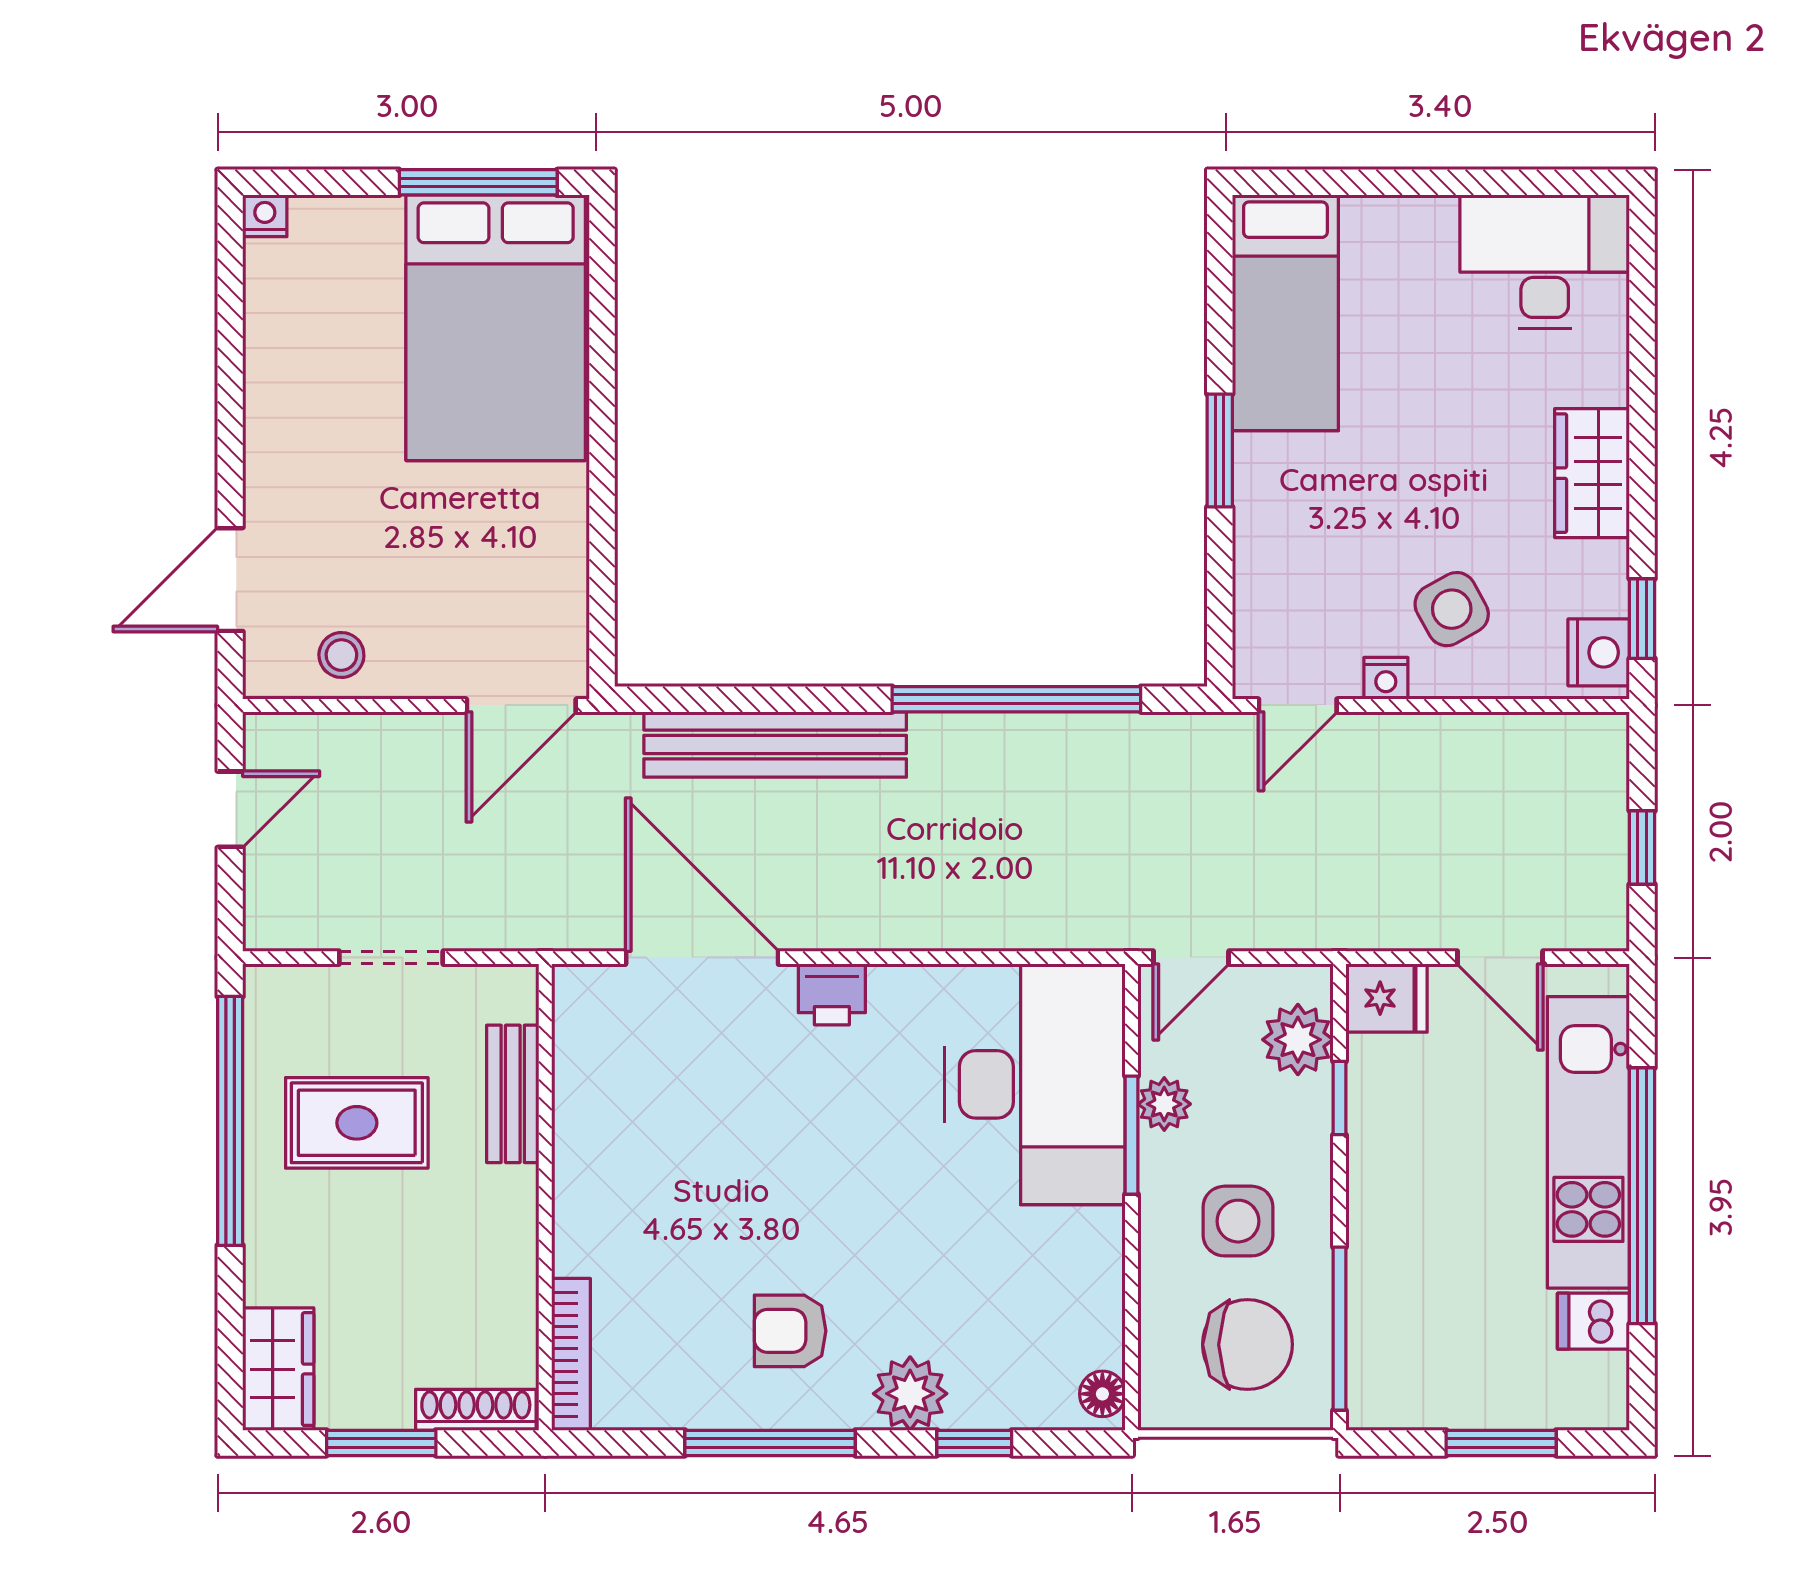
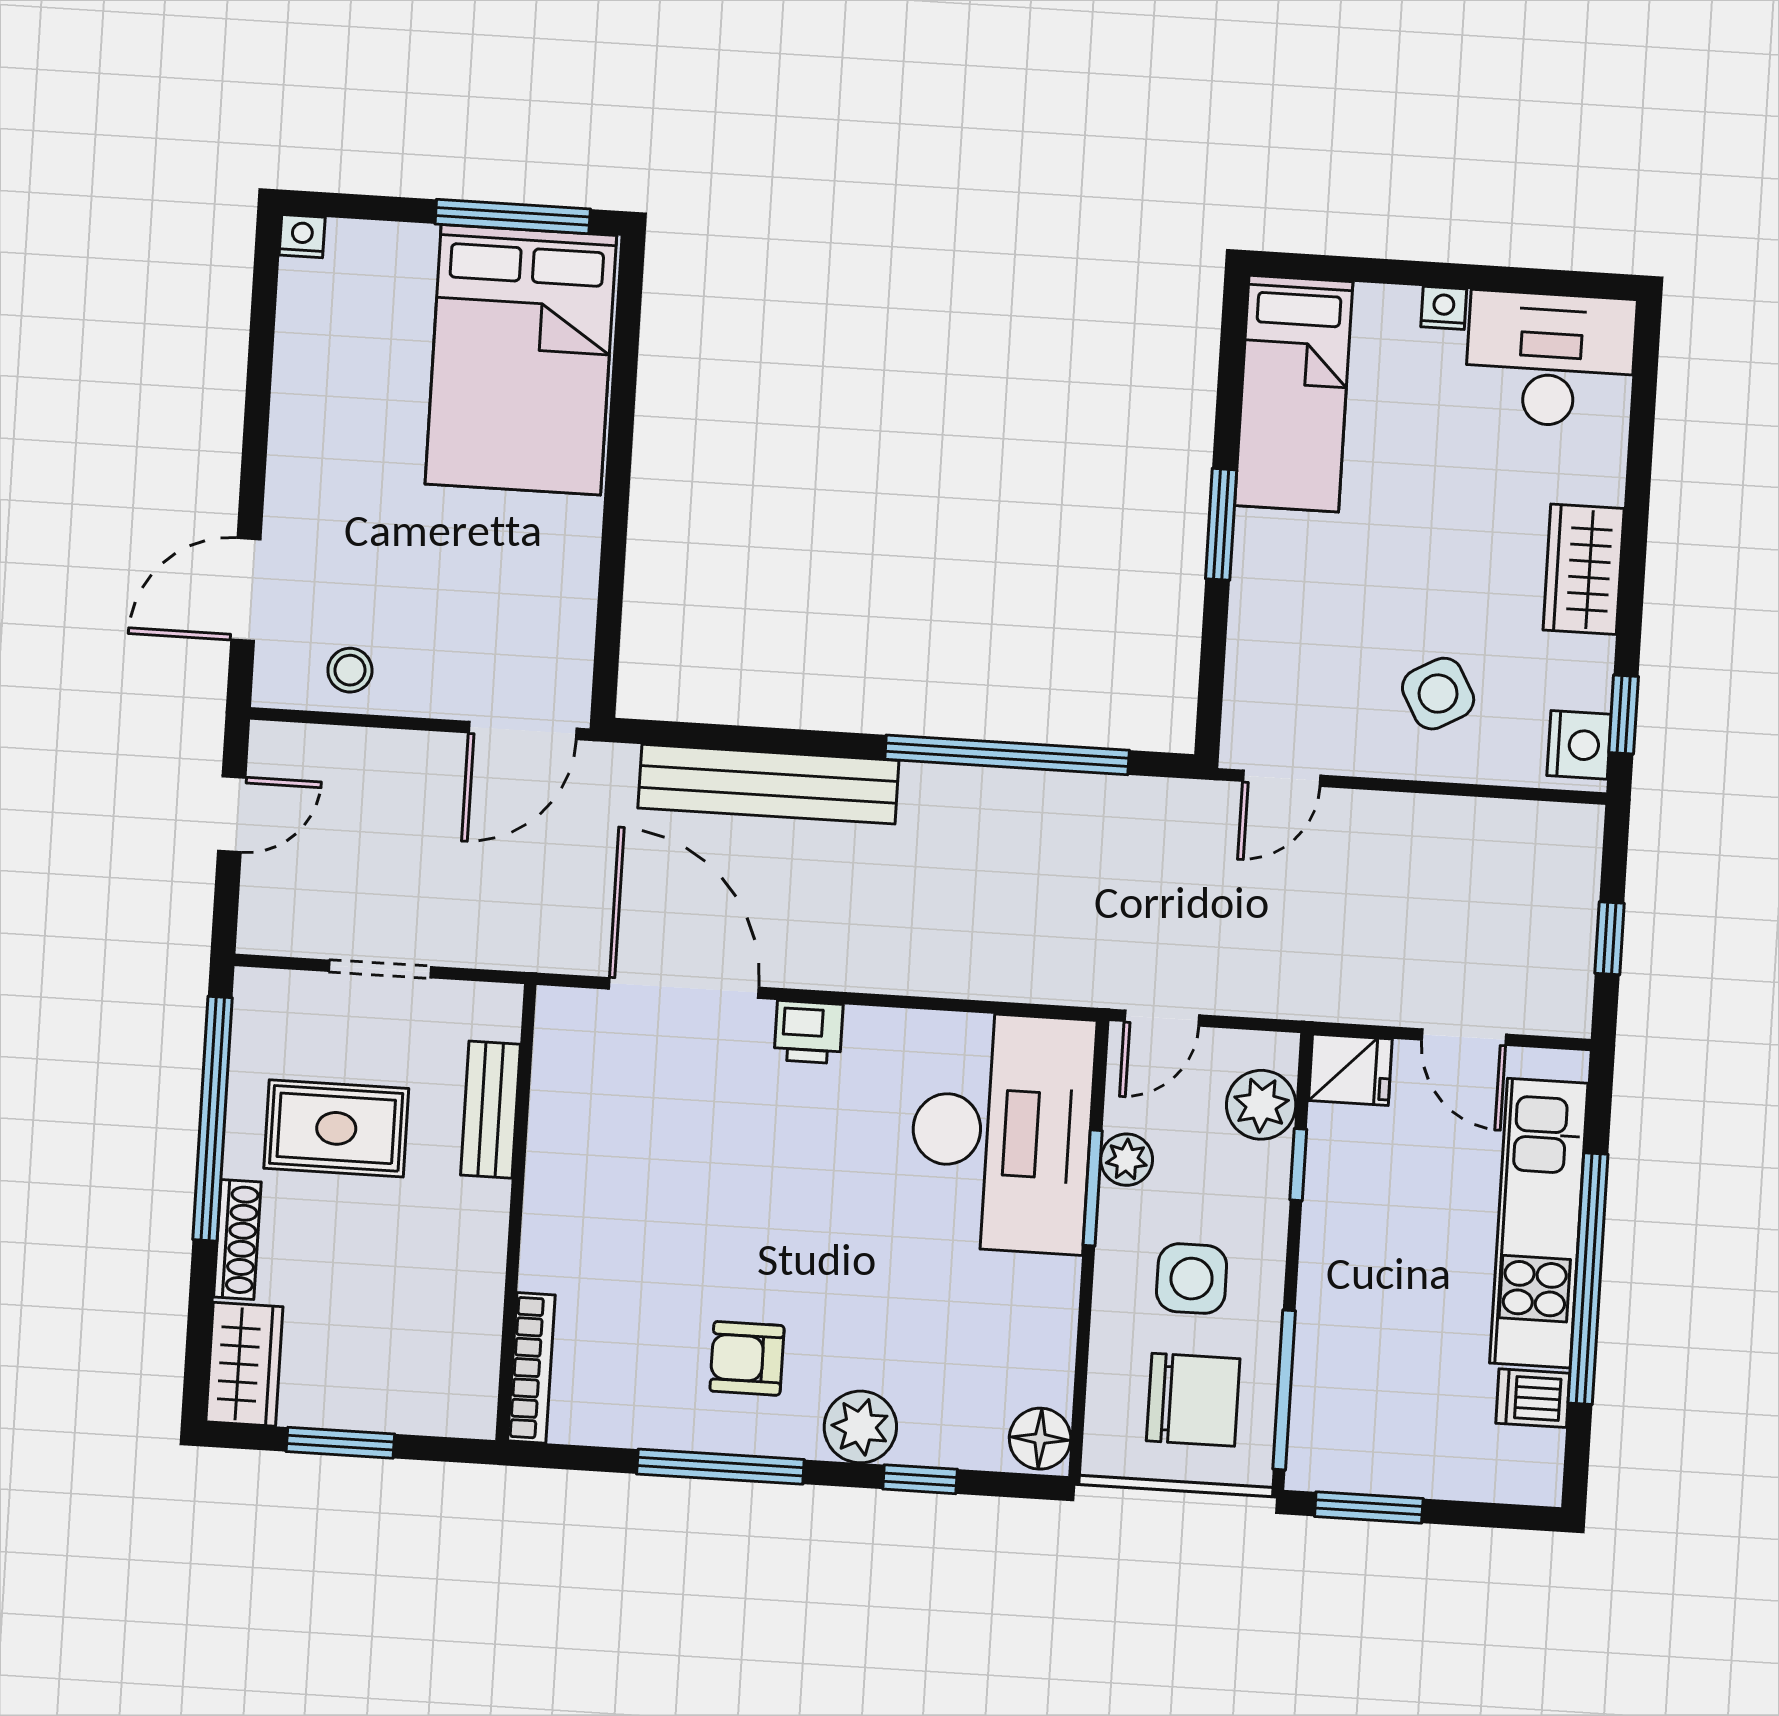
nightstand: (1386, 678) -> (1444, 308), moved, turned 180
floor lamp: (1102, 1394) -> (1040, 1439), width x1.37, depth x1.37
shoe rack: (476, 1410) -> (237, 1240), moved, turned 90
window: (1501, 1443) -> (1369, 1507), moved

